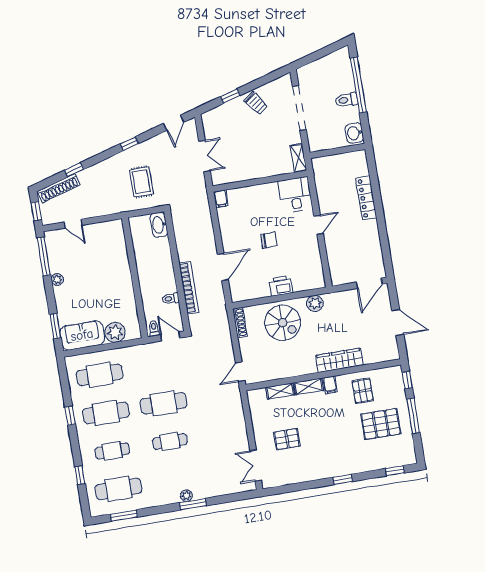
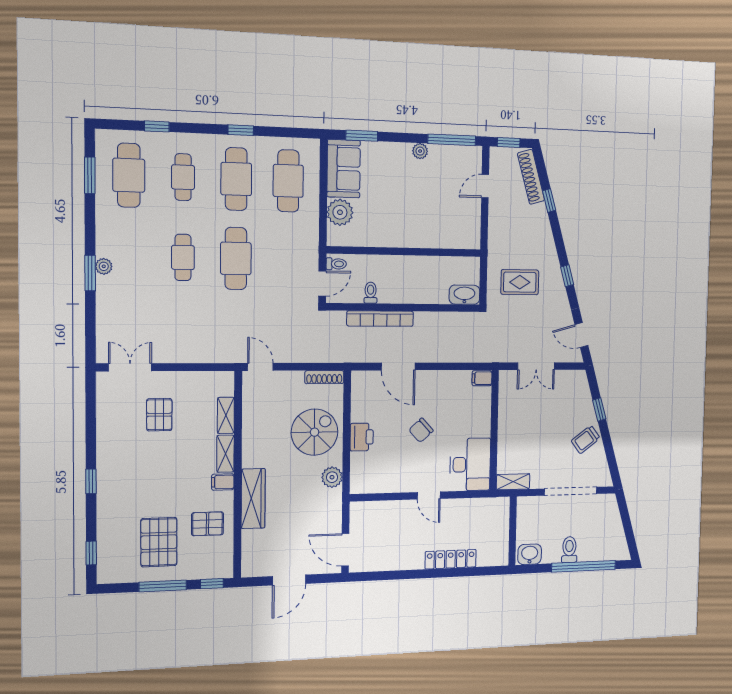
desk: (295, 195) -> (470, 464), width x1.37
chair: (269, 240) -> (421, 430), turned 48
spiral stairs: (283, 323) -> (315, 432), turned 180

